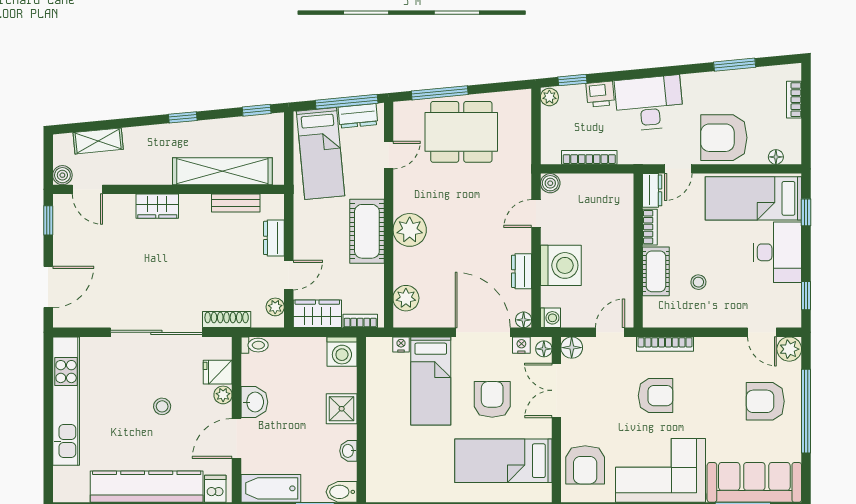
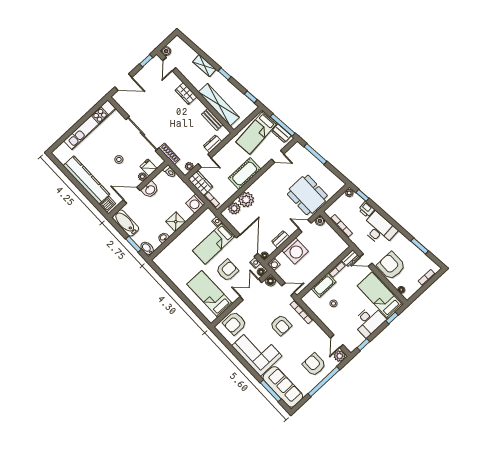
dining table: (461, 132) -> (307, 195), moved
shelving: (98, 141) -> (204, 66), moved
plant: (410, 230) -> (246, 200), moved

